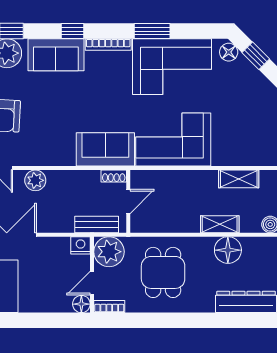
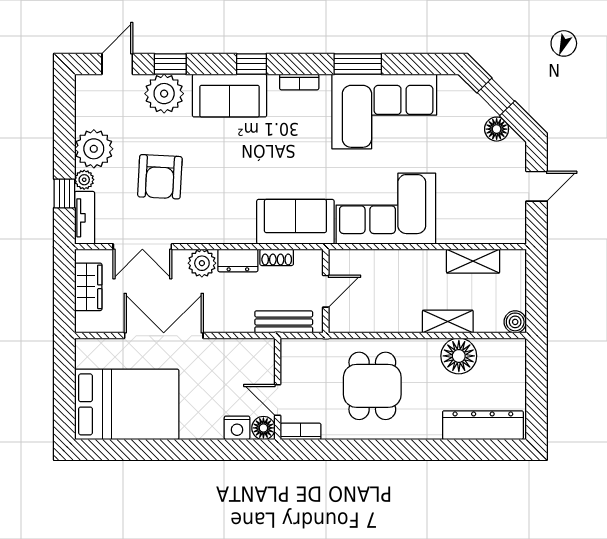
bookcase: (108, 44) -> (299, 82), width x0.64
floor lamp: (229, 52) -> (497, 129), moved
shoe rack: (114, 176) -> (277, 257), moved
dresser: (62, 178) -> (238, 261), added
nightstand: (81, 245) -> (237, 428), moved, turned 180
plant: (109, 252) -> (300, 358), removed
door: (92, 283) -> (278, 400), hinge flipped

